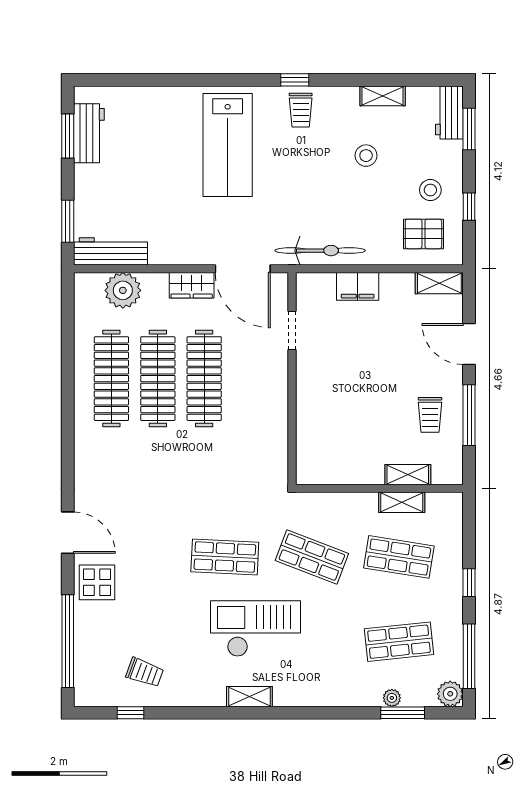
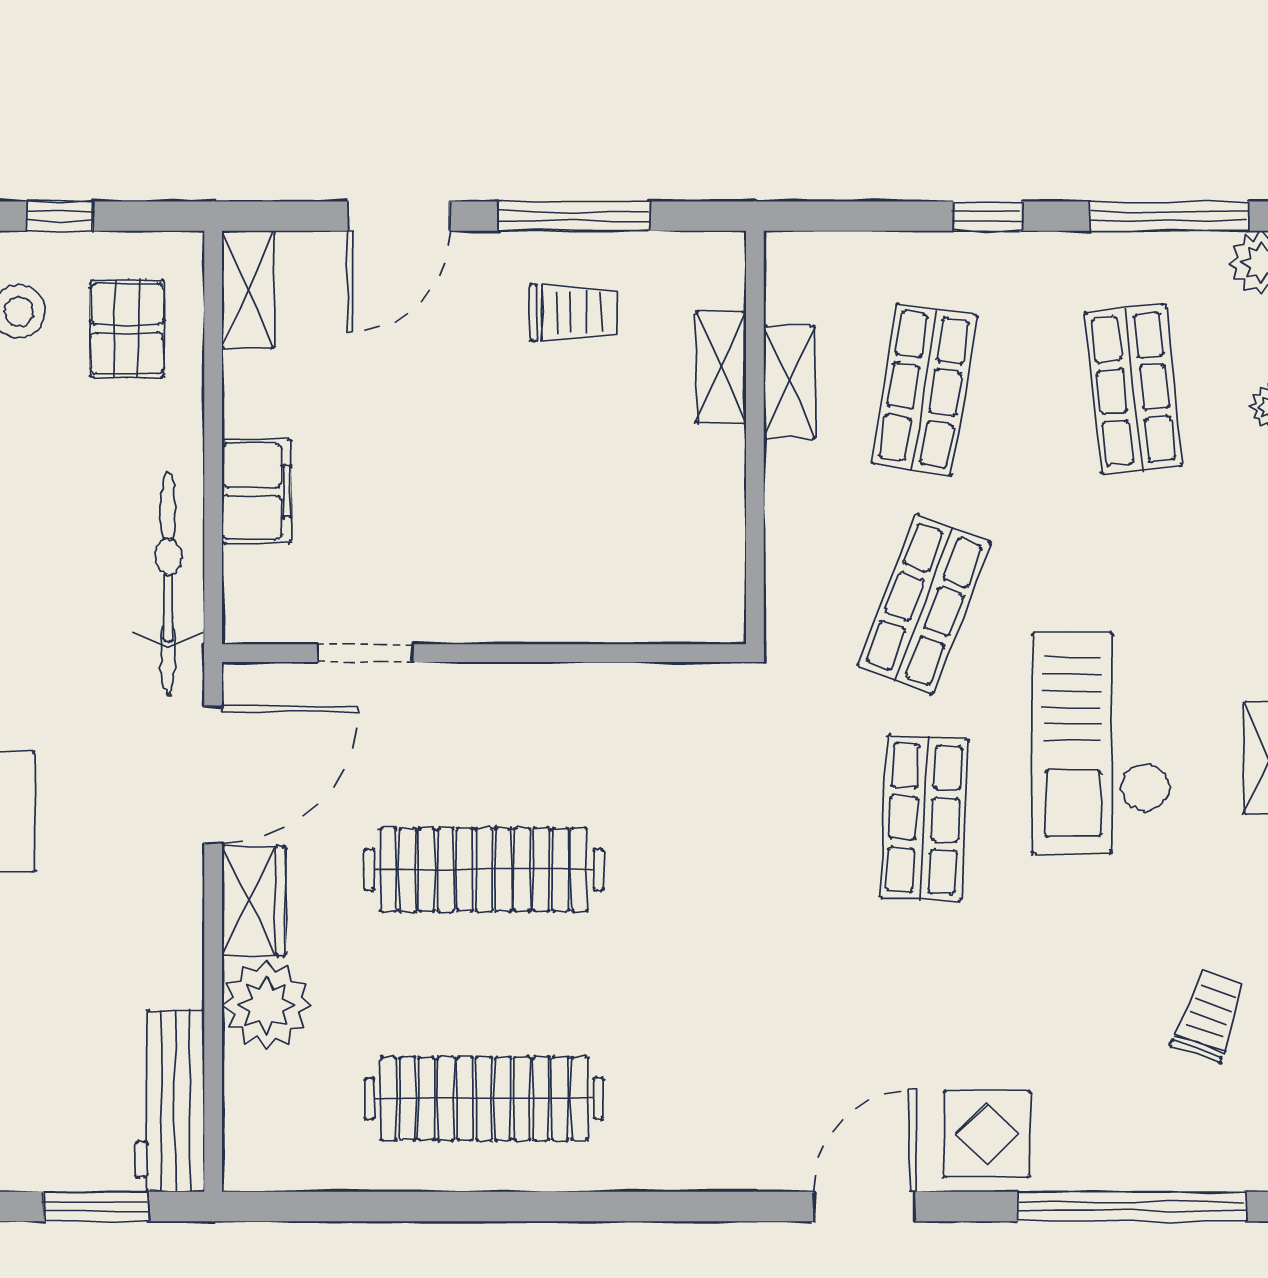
plant: (123, 290) -> (266, 1005), moved
clothes rail: (158, 379) -> (484, 984), removed

